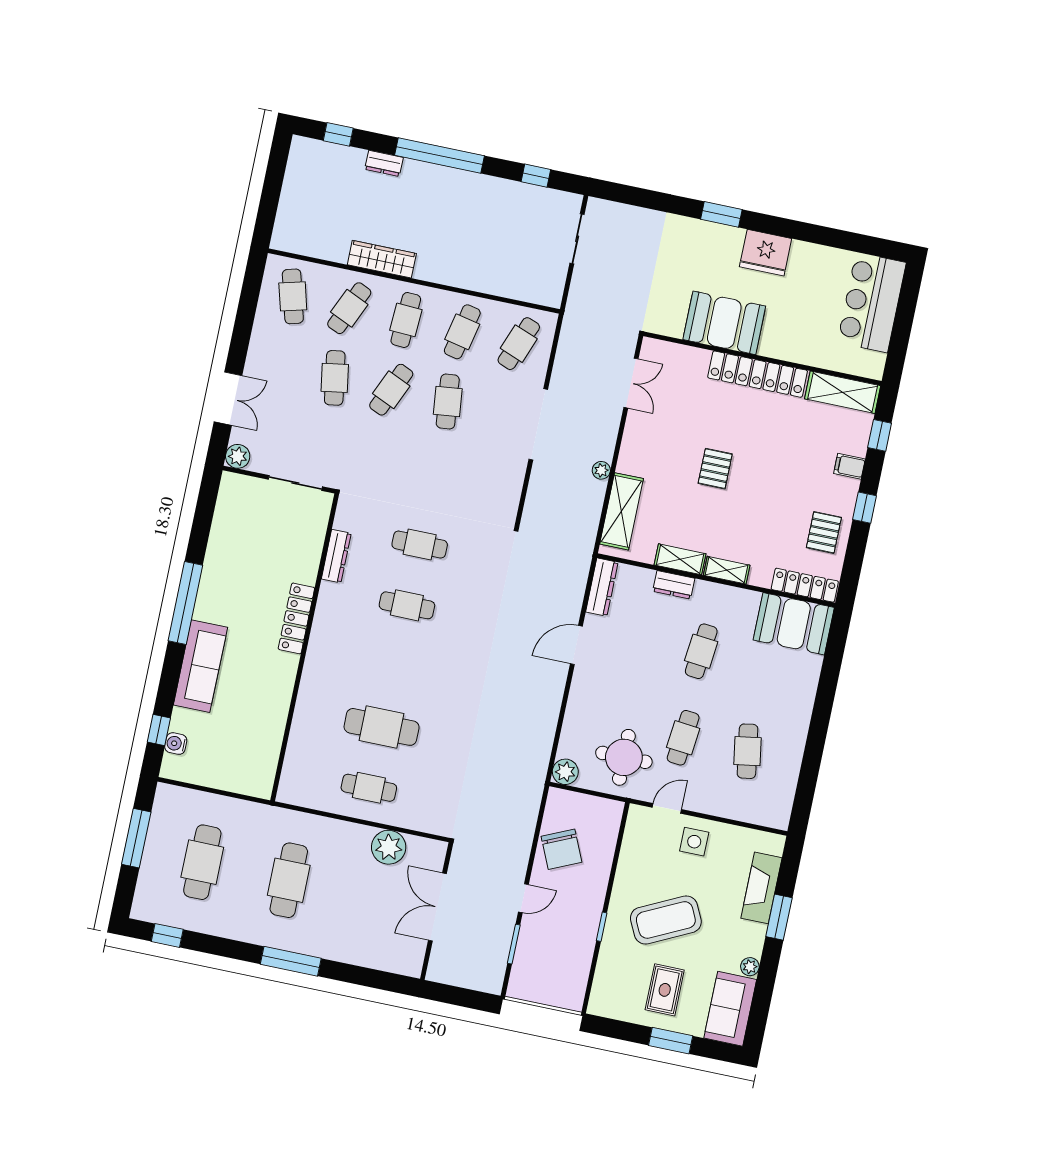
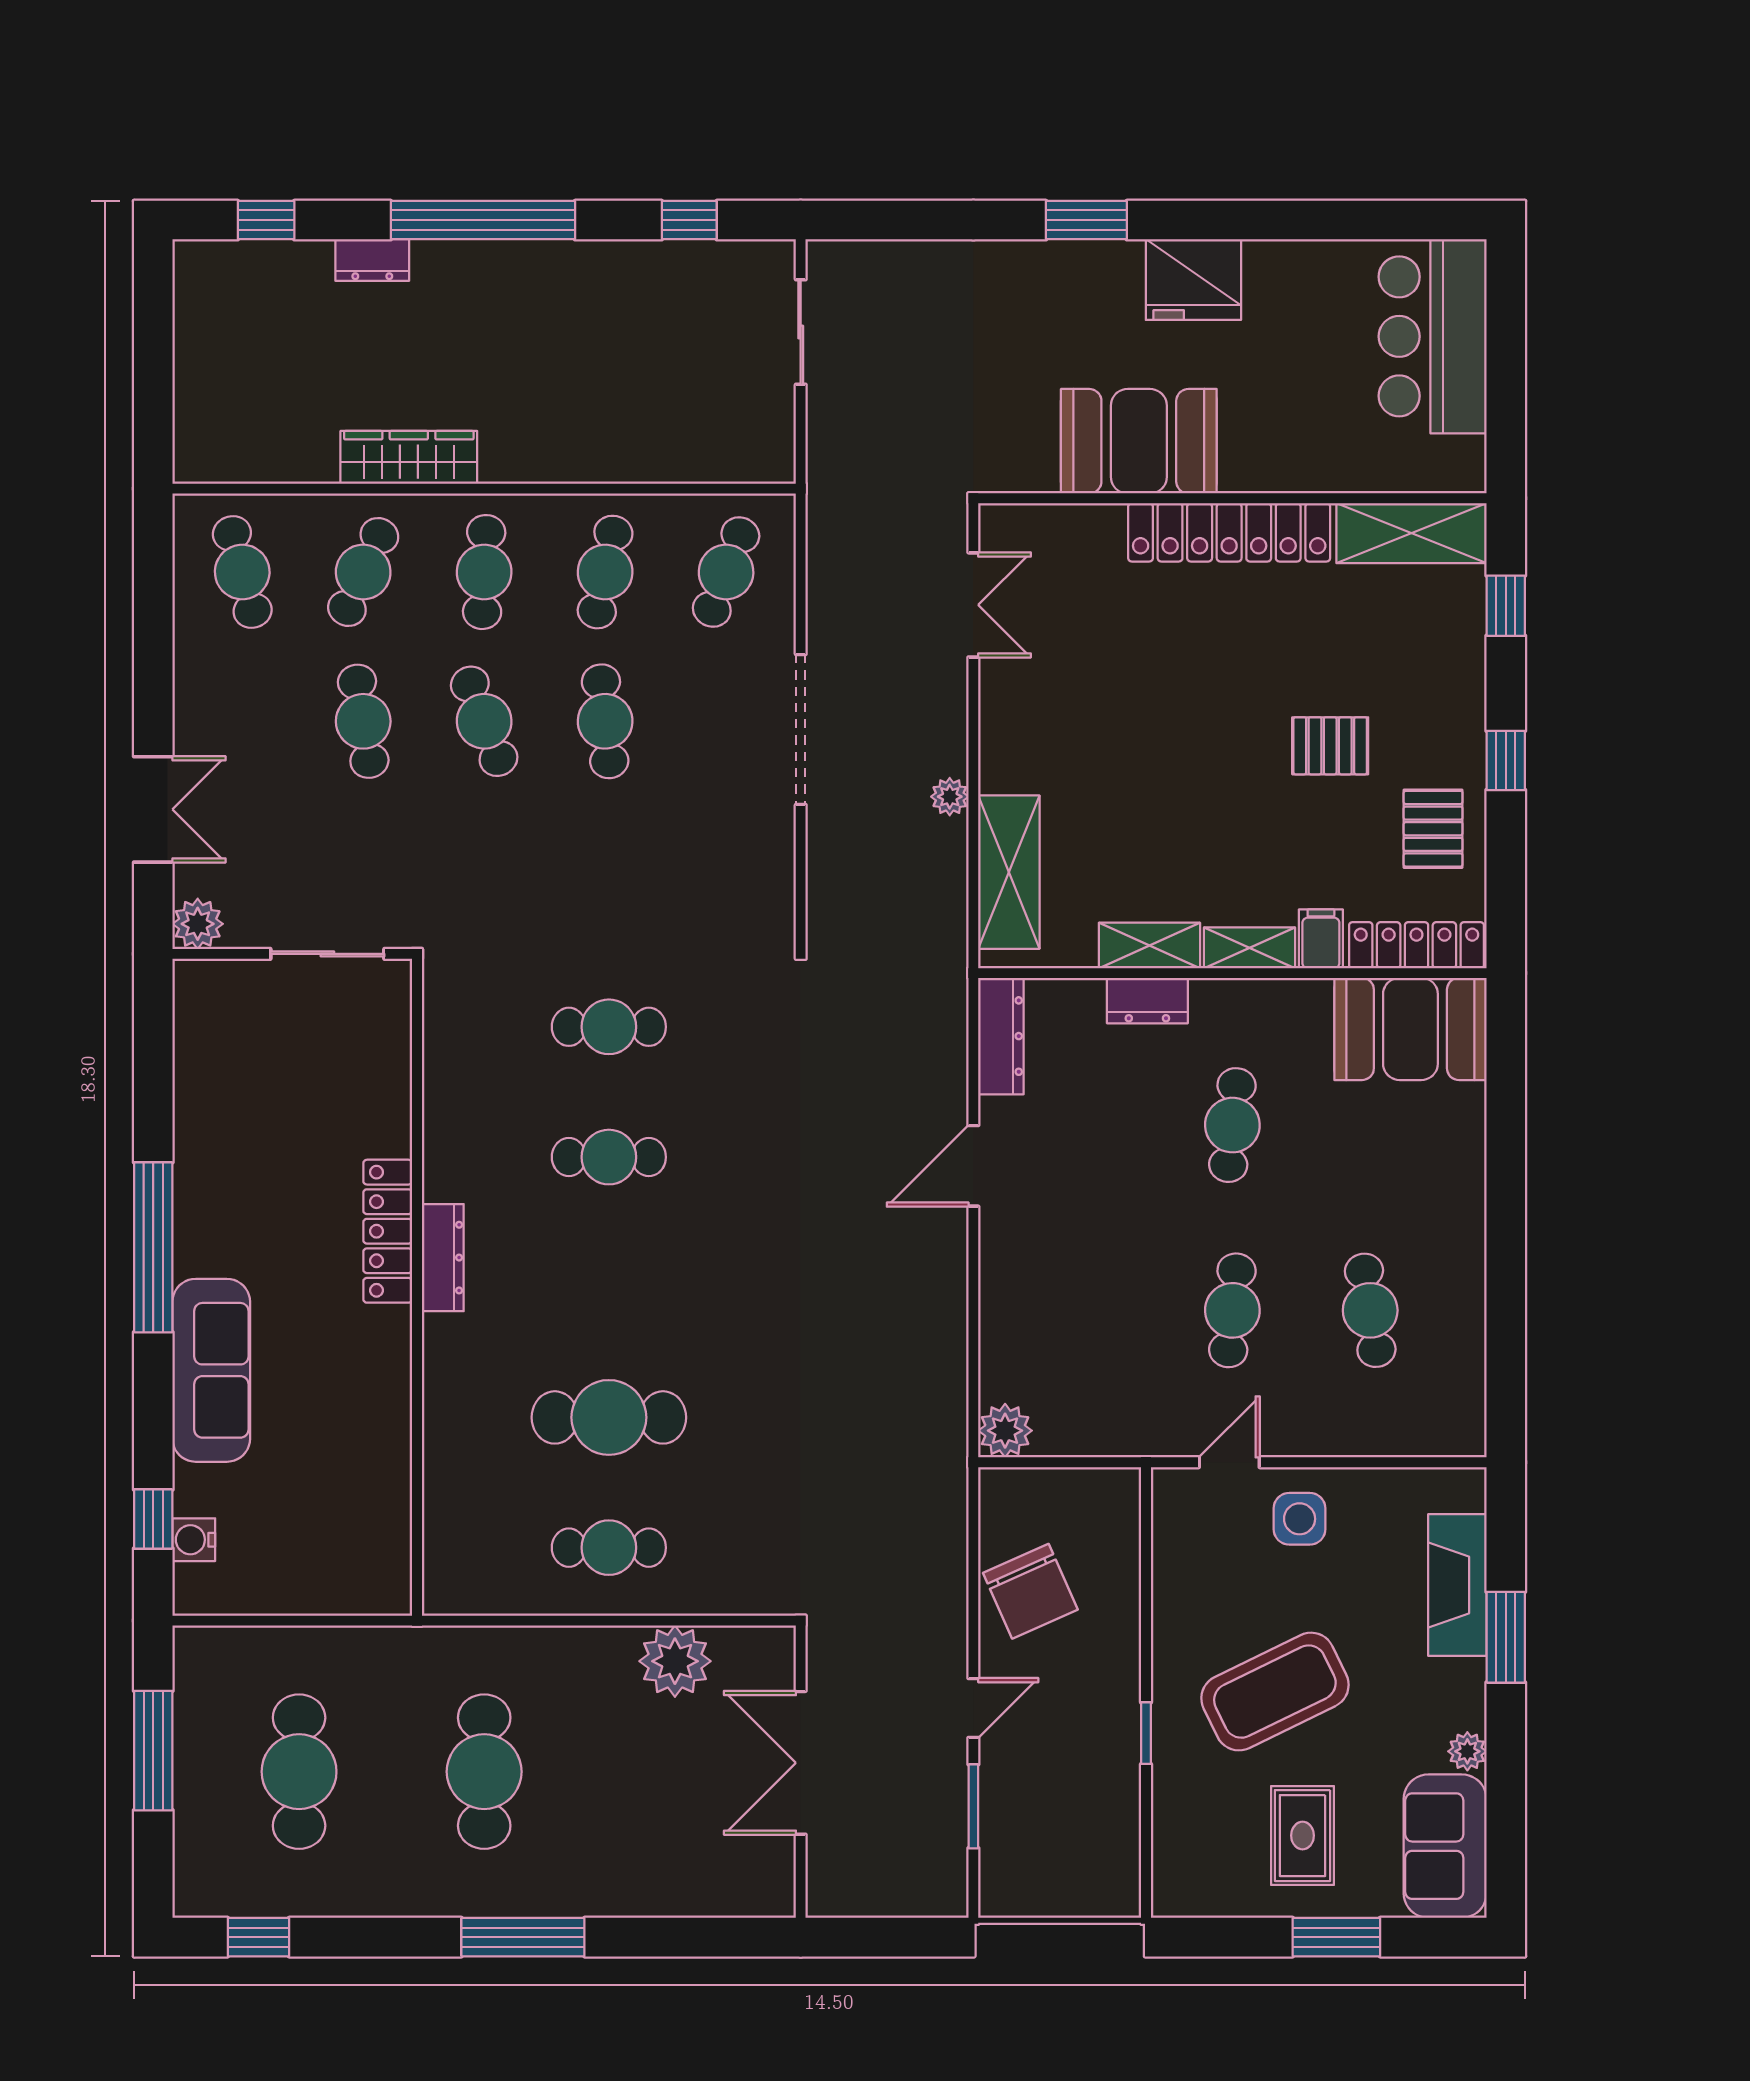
cafe table: (391, 390) -> (484, 721), turned -45
filing cabinet: (849, 466) -> (1321, 939), moved, turned 90
pallet: (715, 469) -> (1330, 746), moved, turned 90
dresser: (336, 556) -> (443, 1258), moved
round table: (624, 757) -> (1119, 1376), removed

